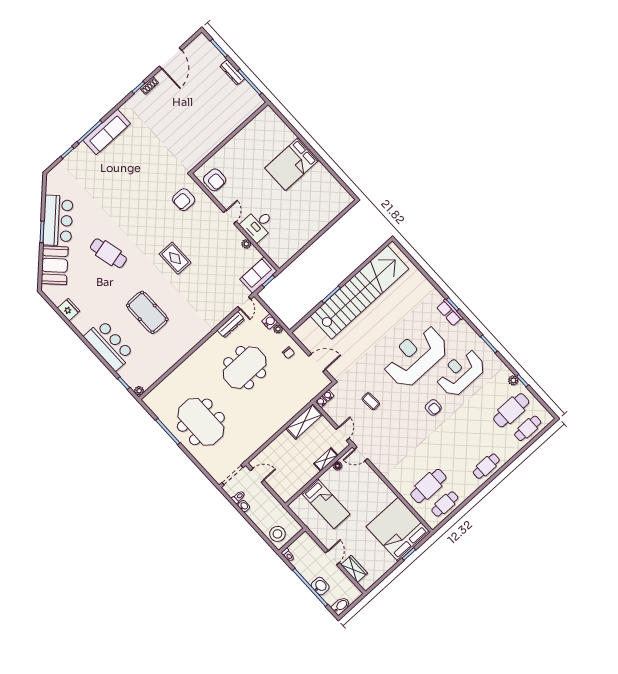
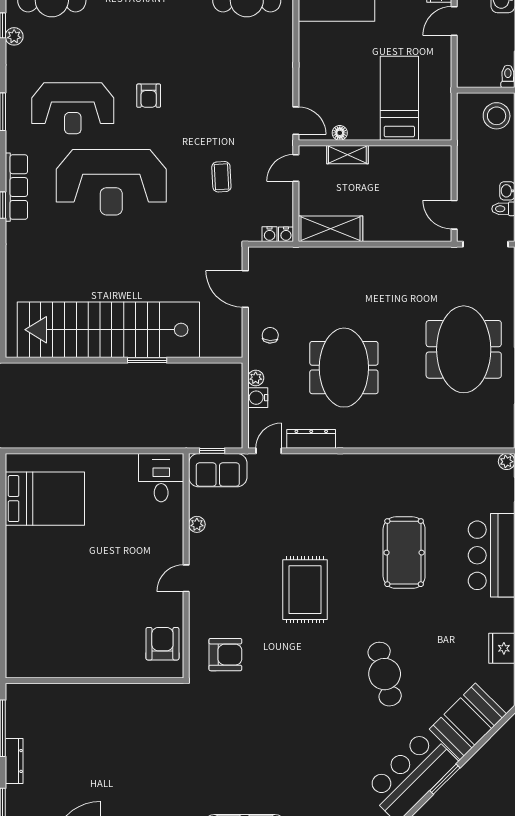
bed: (292, 164) -> (45, 499), moved
desk: (258, 225) -> (161, 478), moved, turned -90
rug: (175, 258) -> (305, 590), width x1.36, depth x1.43
row of seats: (450, 313) -> (16, 187), width x1.48
meeting table: (245, 368) -> (344, 368), turned 90
armchair: (433, 407) -> (149, 96), turned 180

